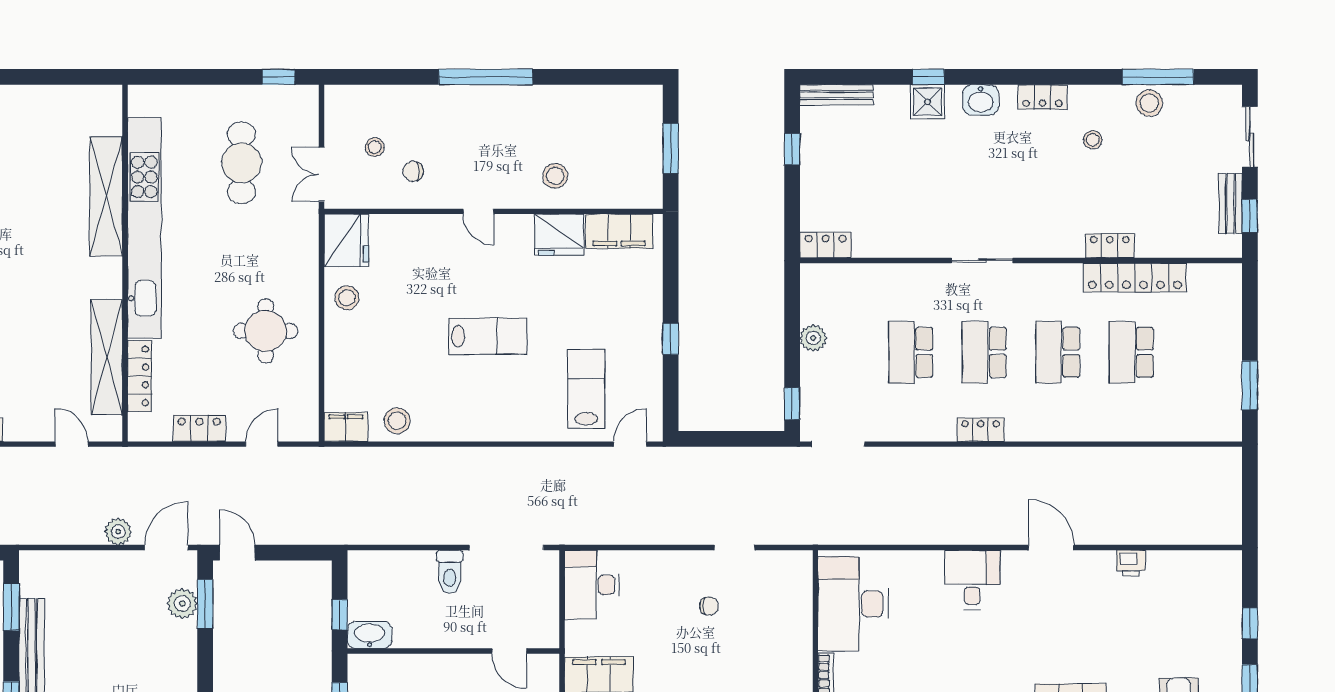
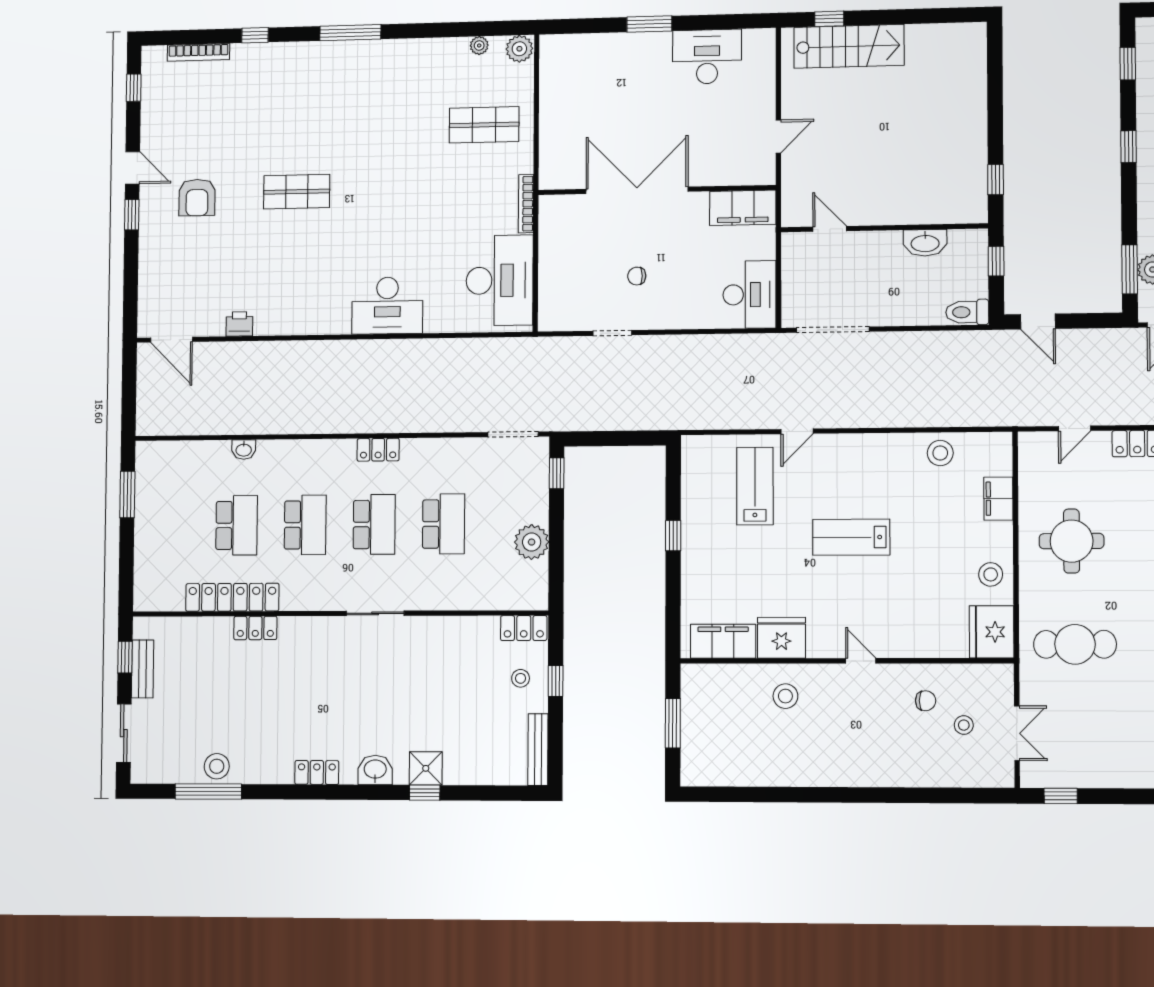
window: (486, 77) -> (854, 795), removed
bench: (836, 95) -> (538, 750), moved, turned 90
stool: (1093, 140) -> (521, 678), moved
window: (792, 149) -> (556, 681), moved
cafe table: (241, 163) -> (1075, 644), moved, turned 90
double door: (322, 174) -> (1017, 733), moved
plant: (813, 338) -> (532, 542), width x1.36, depth x1.36
lab bench: (586, 389) -> (755, 486), turned 180
filing cabinet: (346, 427) -> (998, 499), moved, turned 90
washbasin: (1125, 431) -> (244, 450), added
door: (630, 444) -> (797, 431), moved
door: (1051, 548) -> (172, 340), moved
door: (237, 553) -> (1038, 321), moved
toilet: (450, 572) -> (967, 312), moved, turned -90
desk: (972, 580) -> (387, 306), width x1.37
window: (1250, 623) -> (131, 269), removed
washbasin: (370, 635) -> (925, 243), moved

